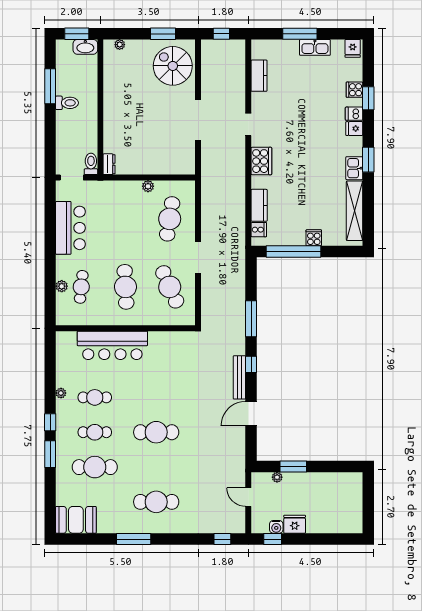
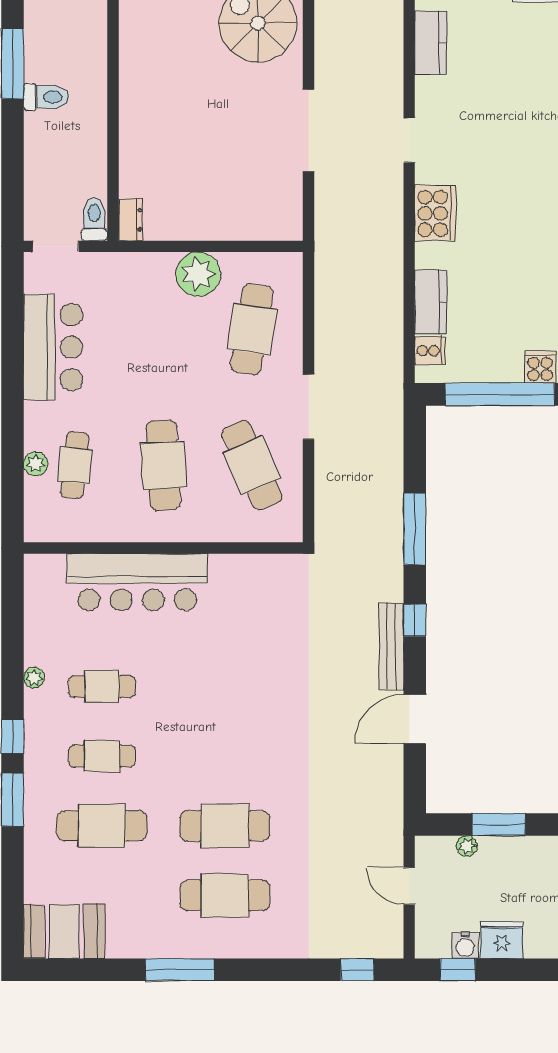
plant: (148, 186) -> (198, 274), width x1.87, depth x1.87
cafe table: (156, 432) -> (225, 826), moved

